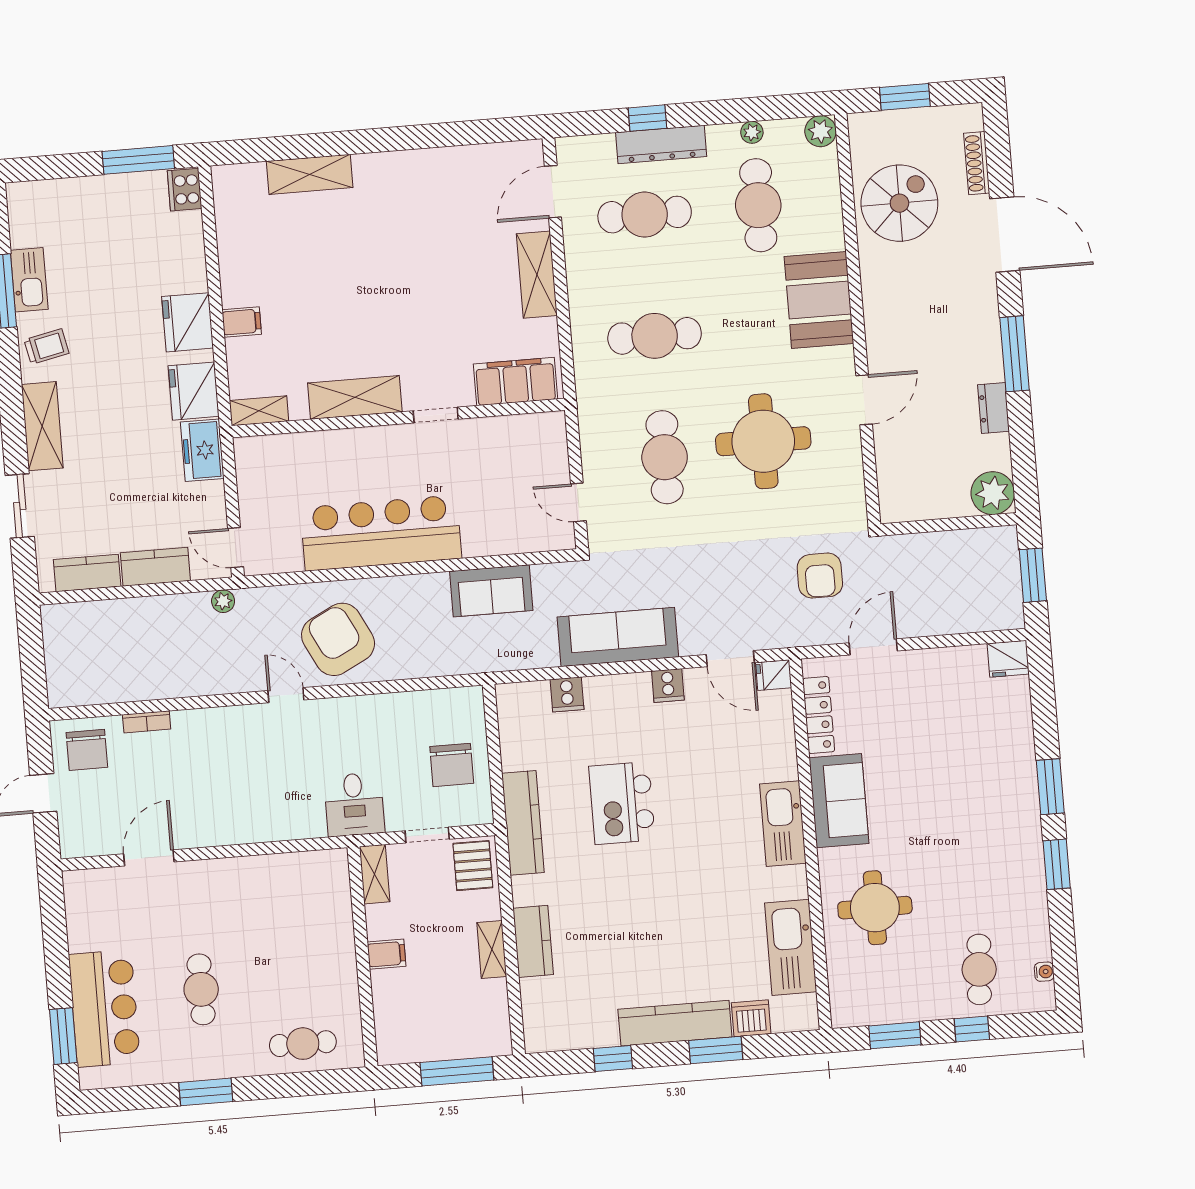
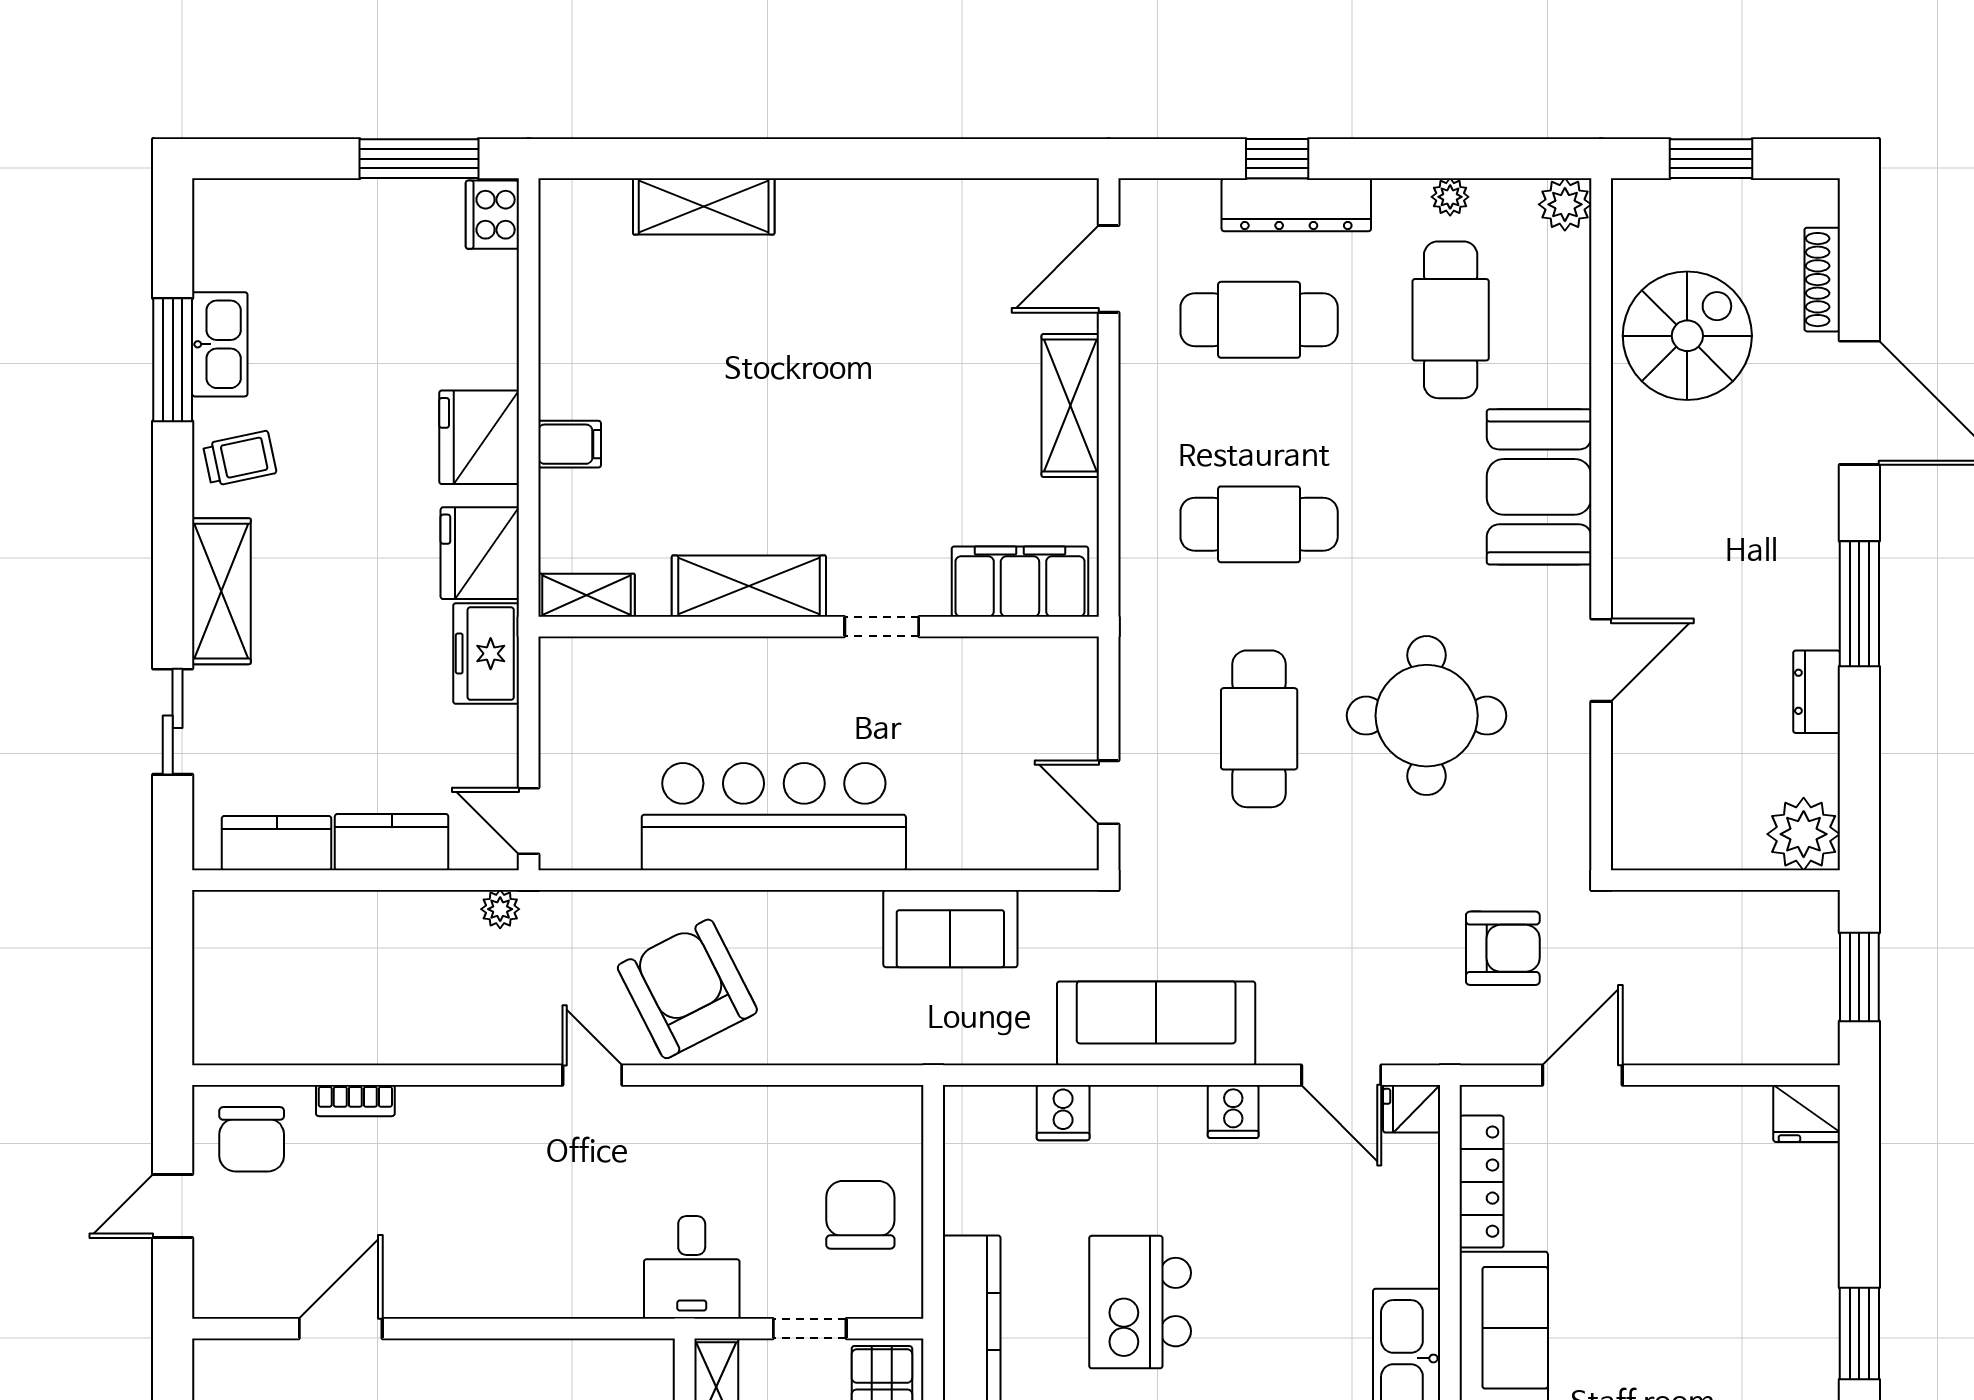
armchair: (820, 576) -> (1503, 948), turned -90
chair: (452, 765) -> (860, 1215), turned 180

